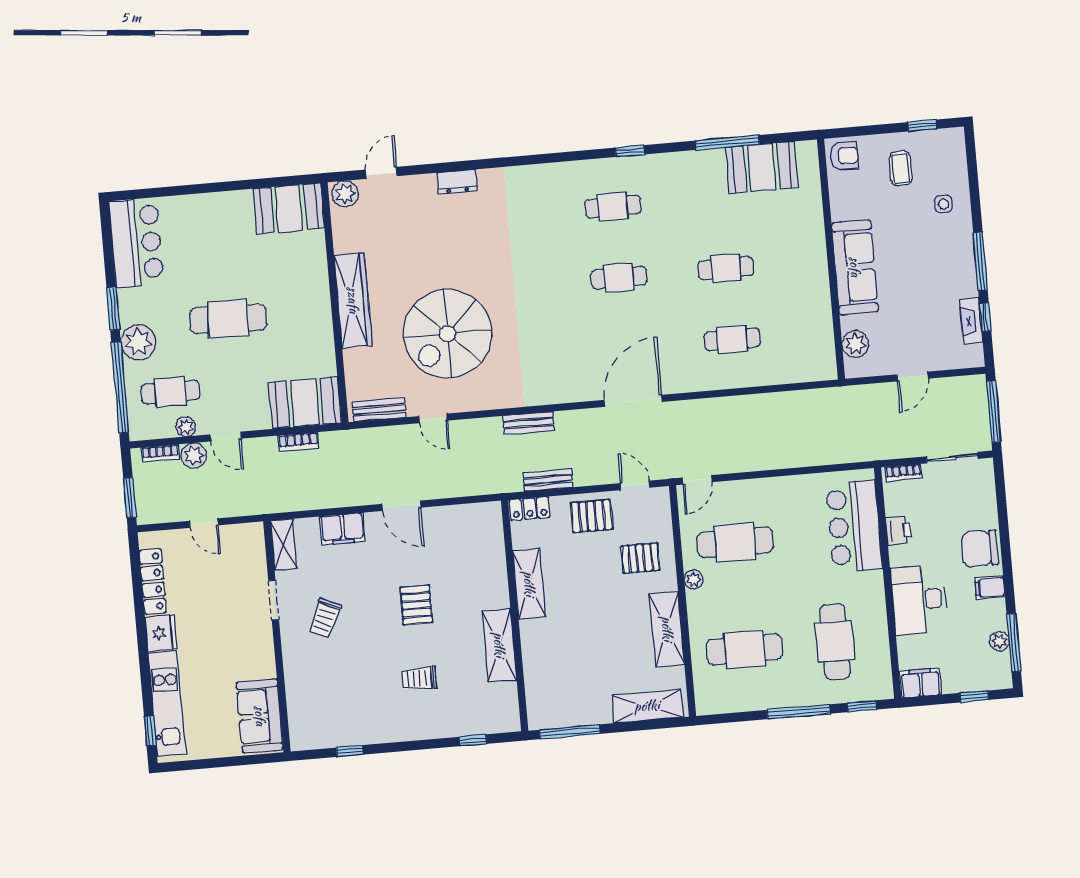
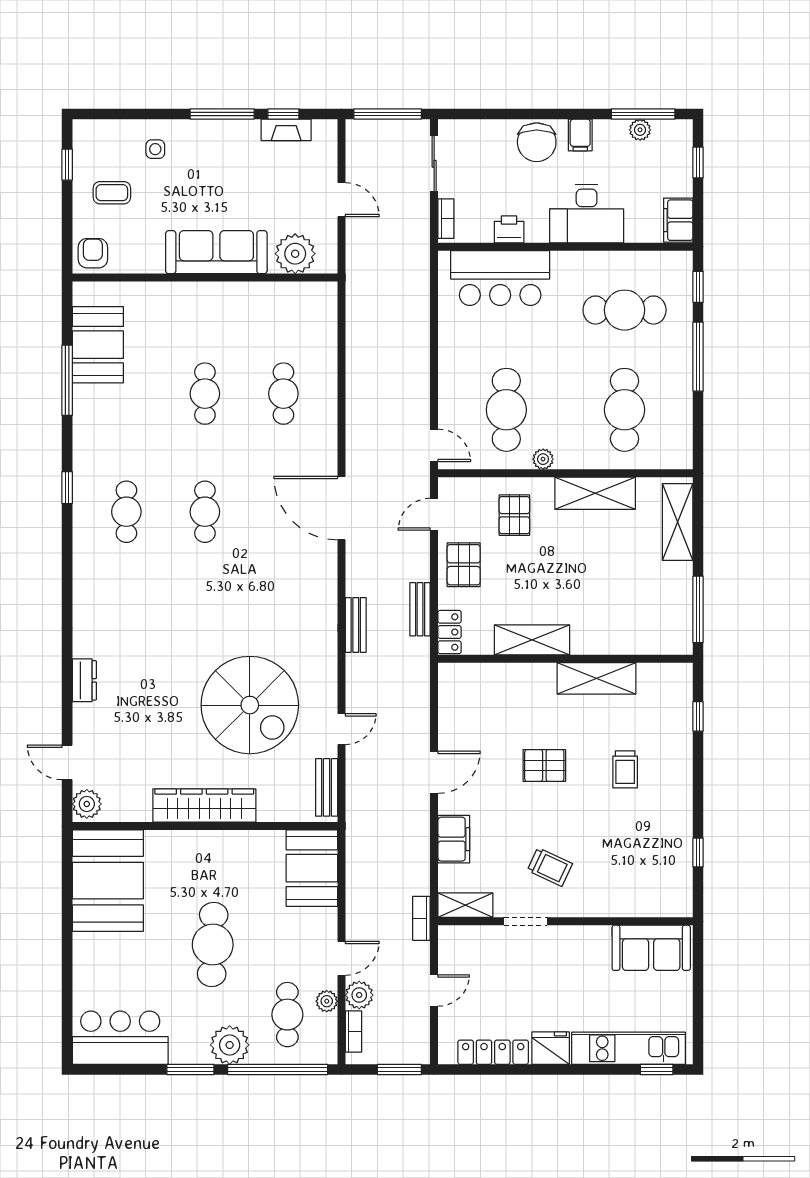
booth: (289, 208) -> (108, 881), width x1.36, depth x1.42
plant: (855, 344) -> (295, 254), width x1.36, depth x1.36
bookcase: (298, 442) -> (421, 918), moved, turned 180

